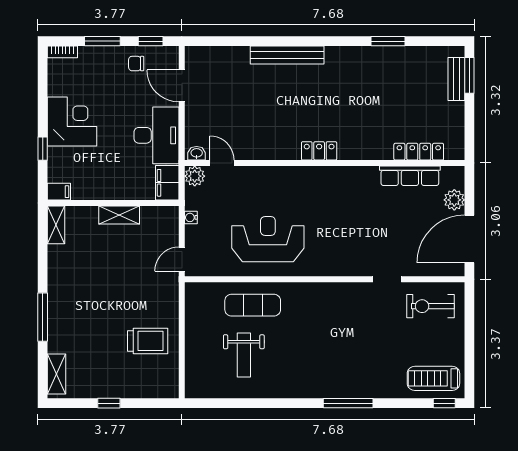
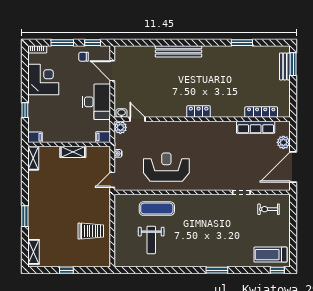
corner desk: (72, 122) -> (43, 79), moved
filing cabinet: (167, 183) -> (103, 137), width x0.50
exercise bike: (431, 306) -> (269, 209), width x0.73, depth x0.72
window: (43, 317) -> (25, 216), width x0.69
window: (348, 403) -> (217, 270), width x0.69

